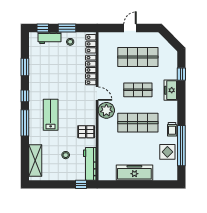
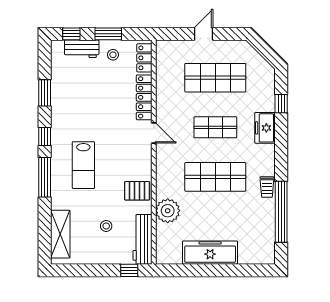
plant: (106, 110) -> (168, 211), moved
lab bench: (51, 115) -> (83, 165), turned 180
display table: (167, 152) -> (260, 221), removed

